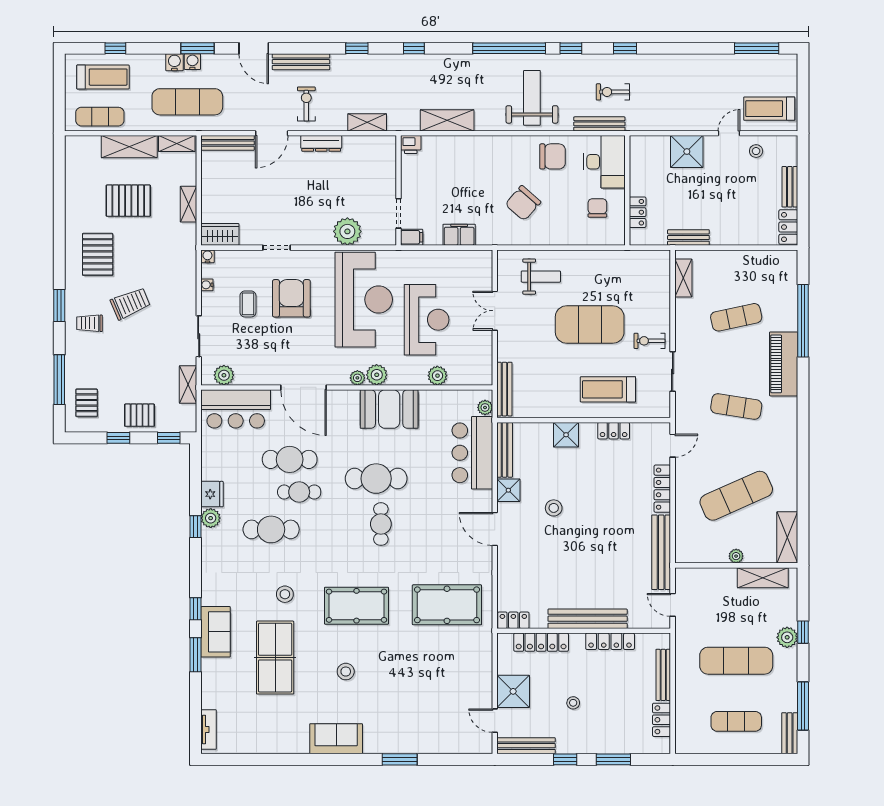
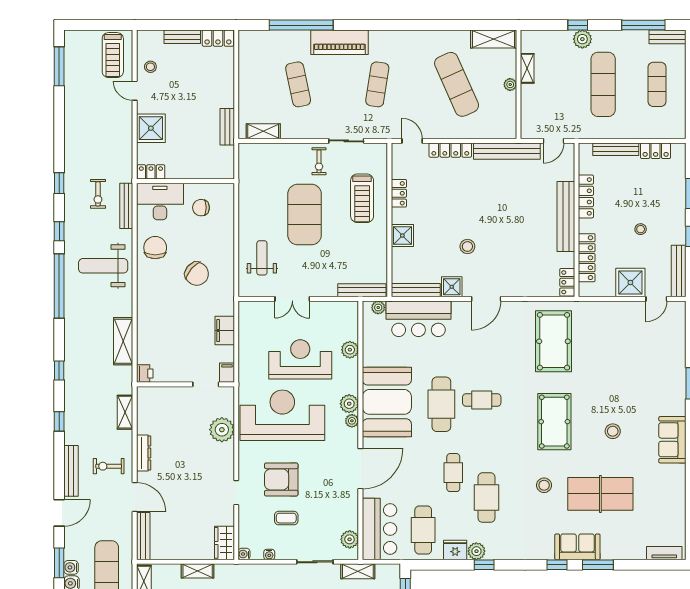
locker: (638, 212) -> (151, 172), moved
booth: (389, 409) -> (387, 402), width x1.36, depth x1.42
cafe table: (290, 459) -> (423, 530), moved
shelving: (763, 578) -> (527, 68), width x0.67, depth x0.75

